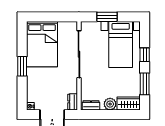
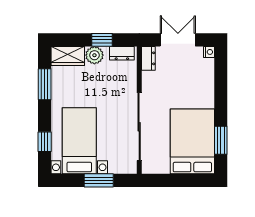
window: (145, 55) -> (45, 142), moved
window: (22, 66) -> (221, 140), moved
window: (105, 115) -> (102, 40), added

